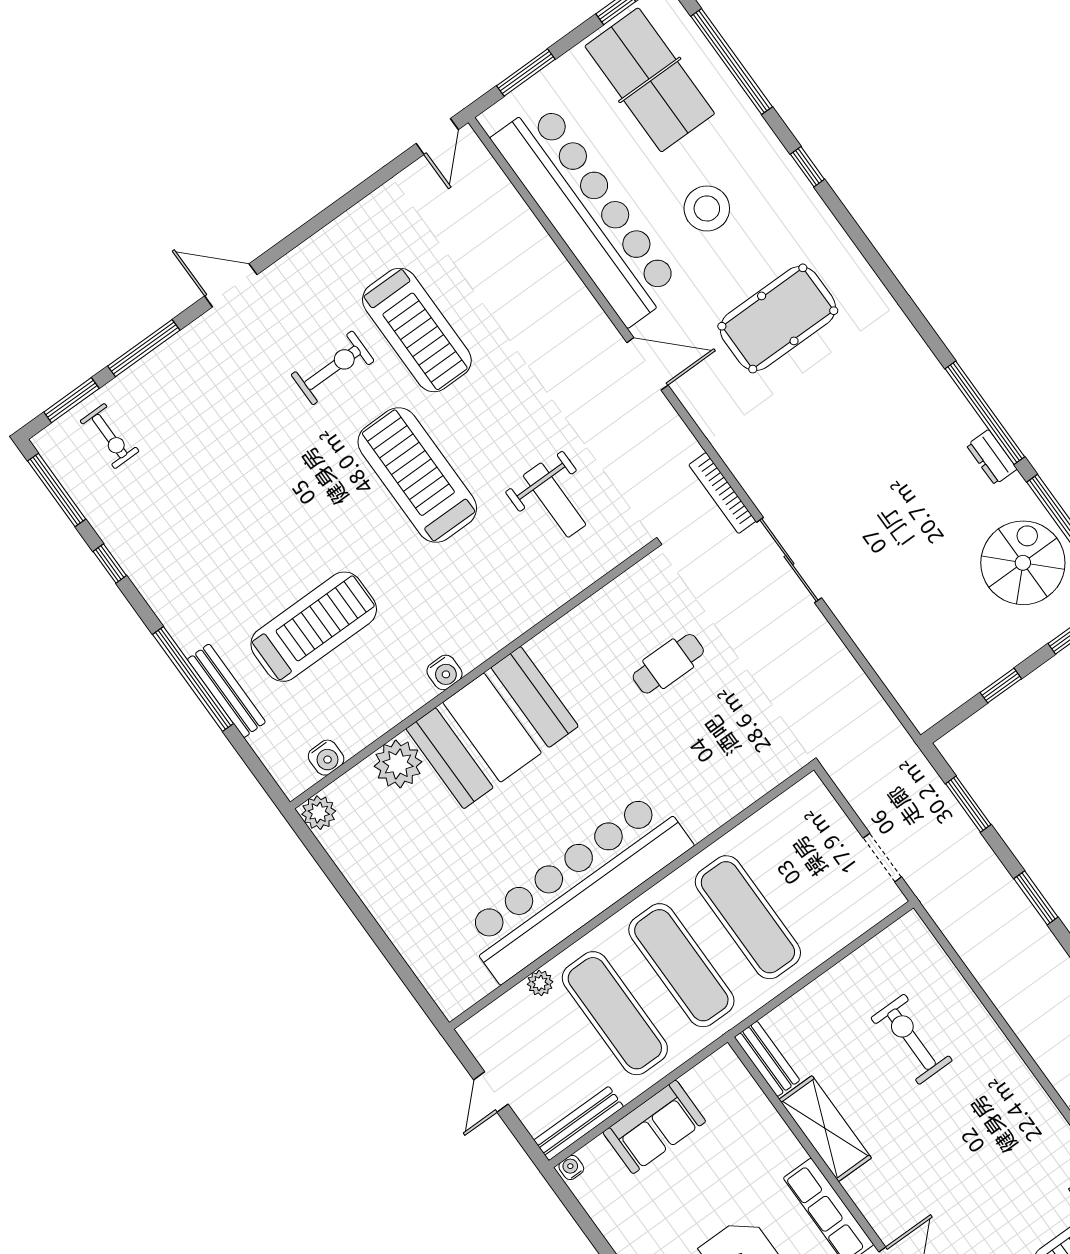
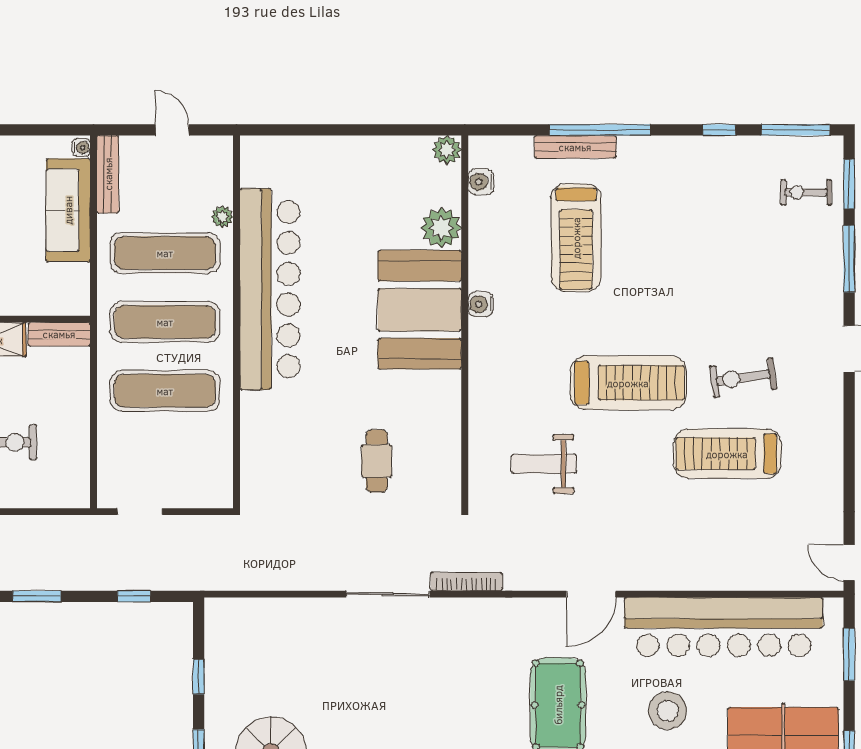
exercise bike: (333, 368) -> (743, 378), turned 82
window: (968, 804) -> (134, 596), width x0.67
sofa: (654, 1127) -> (68, 210), width x1.36

